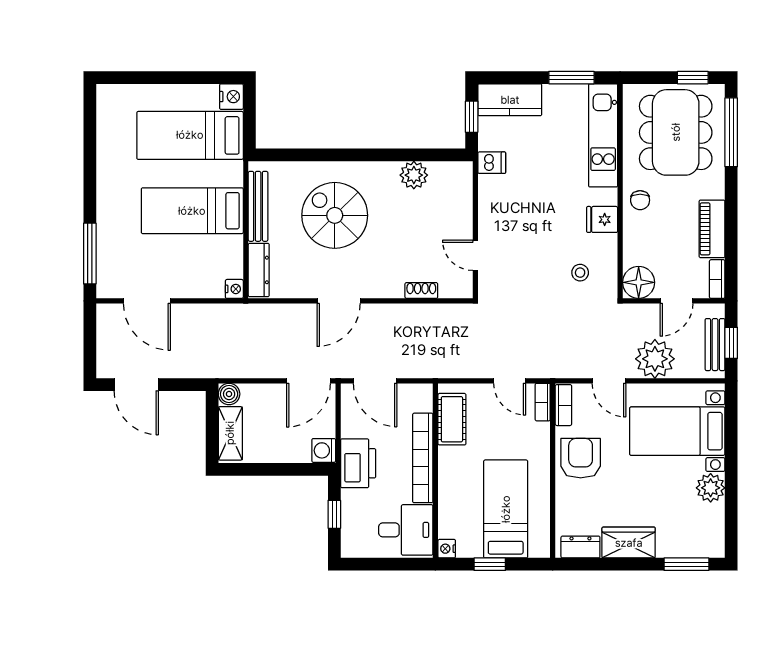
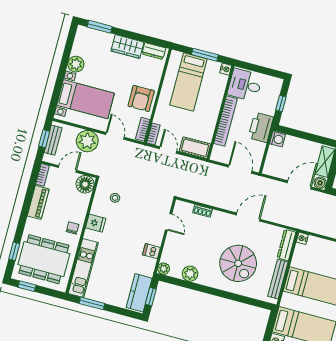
kitchen counter: (510, 100) -> (139, 293), moved, turned -90
dining table: (676, 132) -> (44, 259), turned 90
window: (731, 132) -> (14, 251), width x0.46
dishwasher: (492, 163) -> (151, 251), moved
plant: (462, 172) -> (164, 269), added
door: (308, 381) -> (299, 185), moved
cot: (452, 419) -> (195, 148), moved, turned 90
window: (490, 564) -> (205, 55), width x1.50

